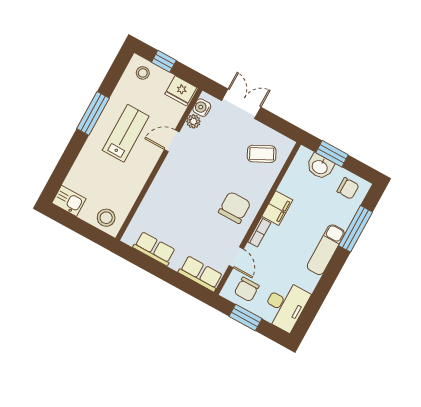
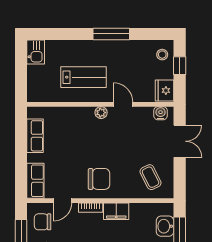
plant: (193, 121) -> (101, 113), moved
lab bench: (126, 133) -> (83, 77), moved
stool: (106, 218) -> (38, 87), removed

